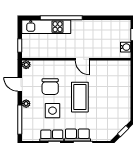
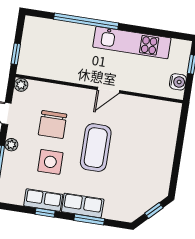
kitchen unit: (46, 27) -> (132, 43), moved
door: (82, 59) -> (108, 90), hinge flipped

